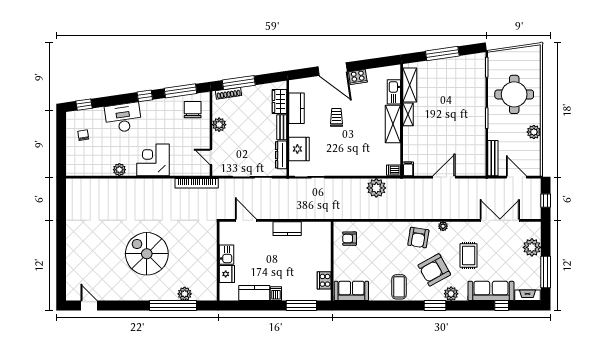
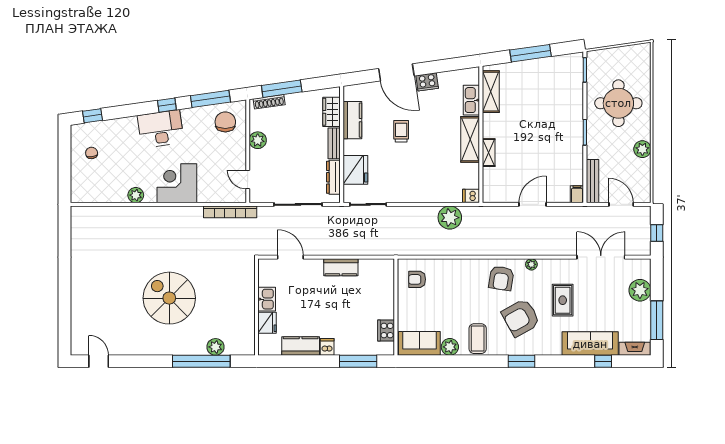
shelving: (408, 114) -> (489, 153), moved
desk: (123, 118) -> (161, 129), moved
filing cabinet: (408, 169) -> (577, 194), moved
plant: (451, 294) -> (450, 347), moved

